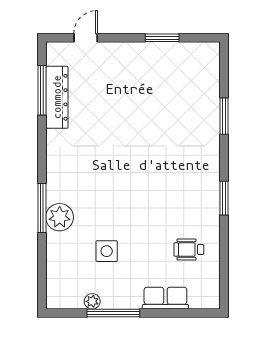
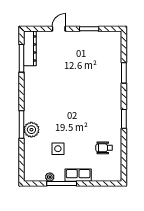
door: (86, 38) -> (59, 29), moved
dresser: (57, 97) -> (30, 48), moved
row of seats: (165, 298) -> (78, 175), moved

